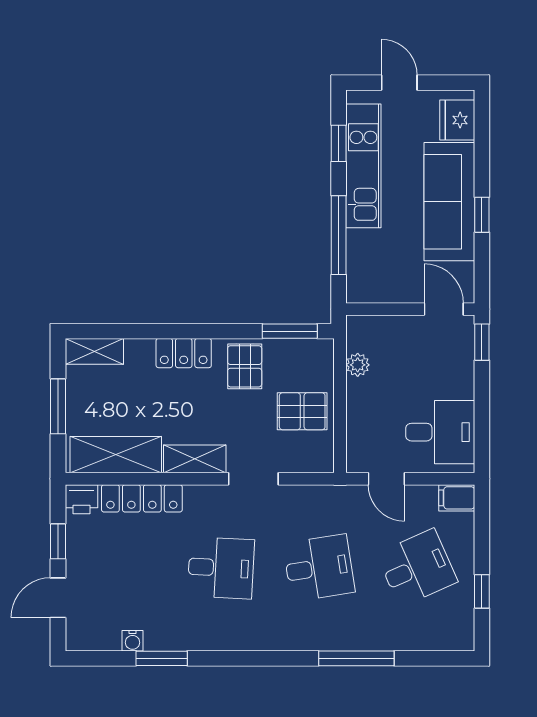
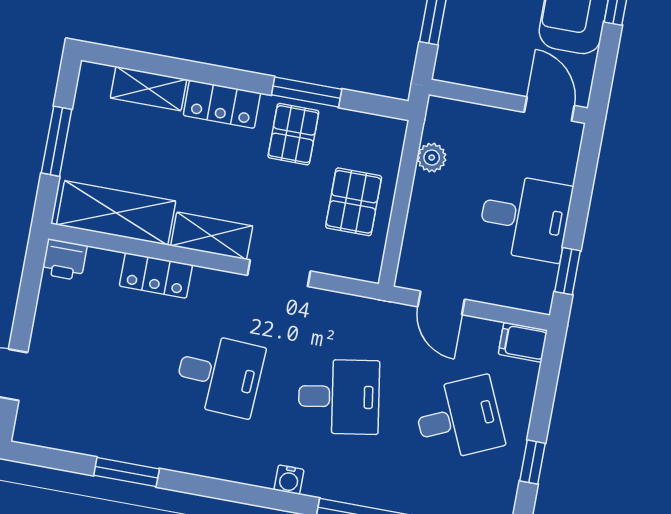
window: (290, 331) -> (307, 92), moved
window: (482, 342) -> (568, 271), moved
shelving: (94, 351) -> (149, 89), moved
pallet: (302, 411) -> (354, 202), turned 90
desk: (440, 432) -> (525, 218), moved
locker: (142, 498) -> (156, 276), width x0.66
window: (58, 541) -> (26, 306), removed
water cooler: (132, 641) -> (289, 480), moved

